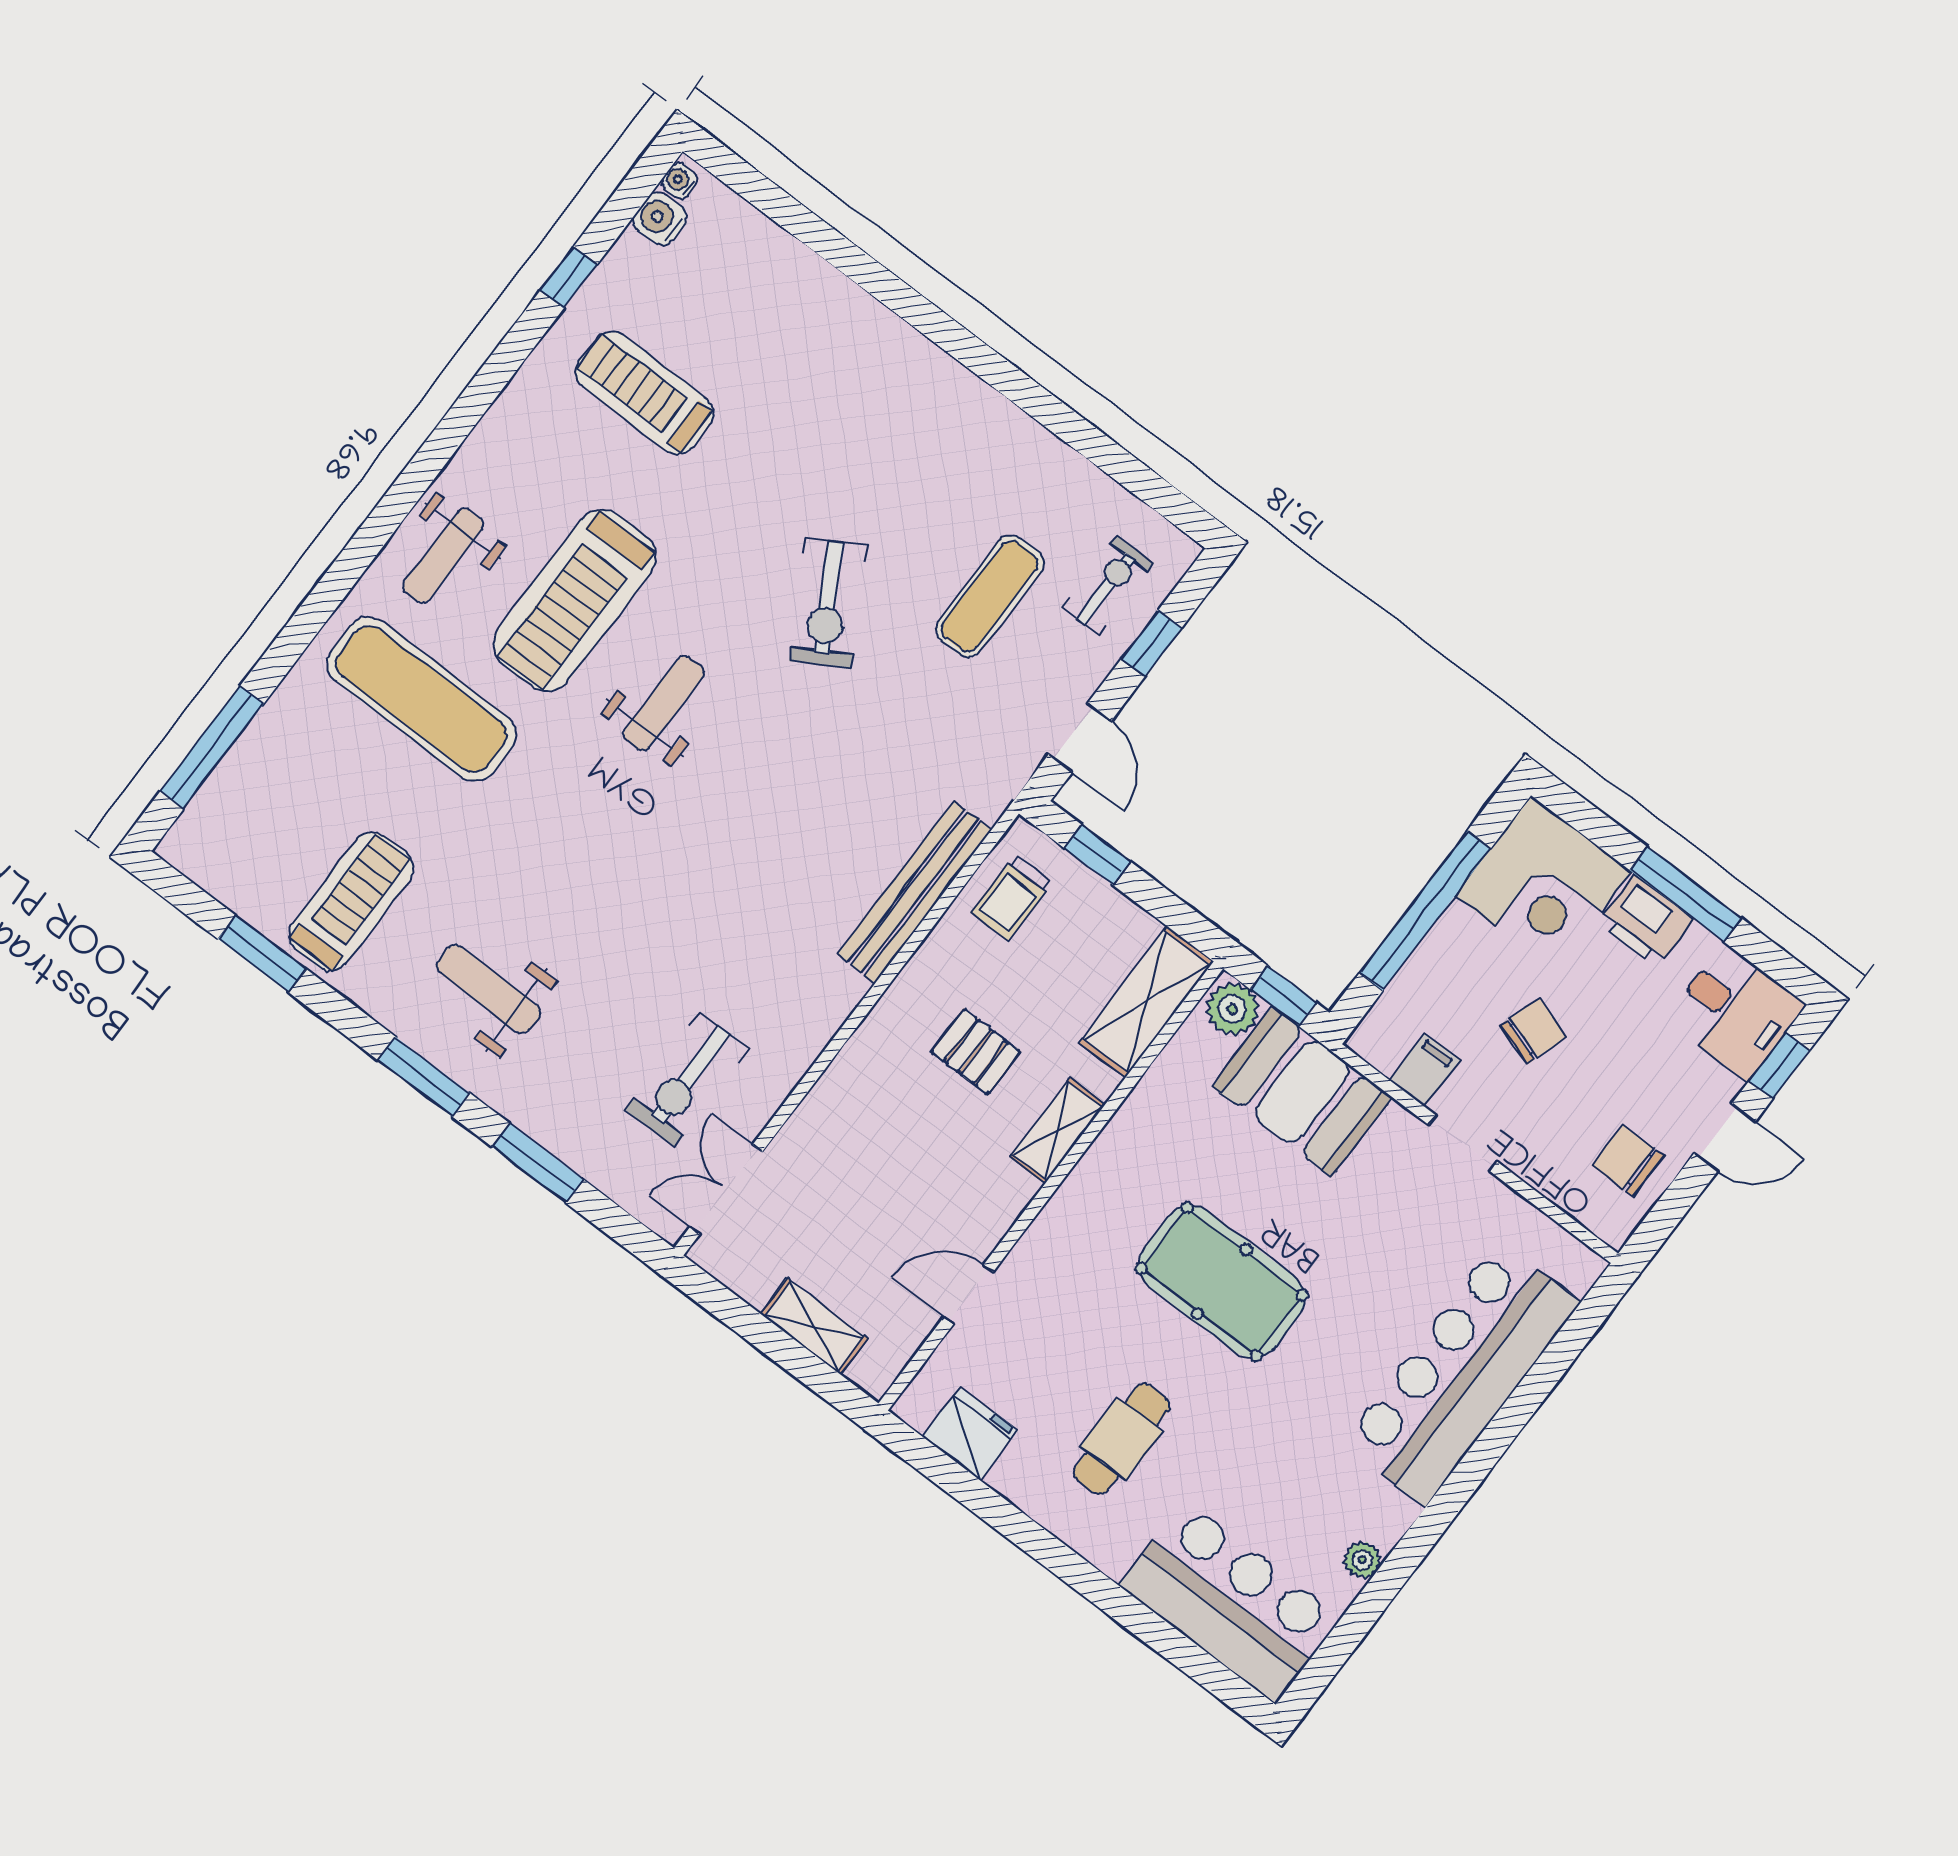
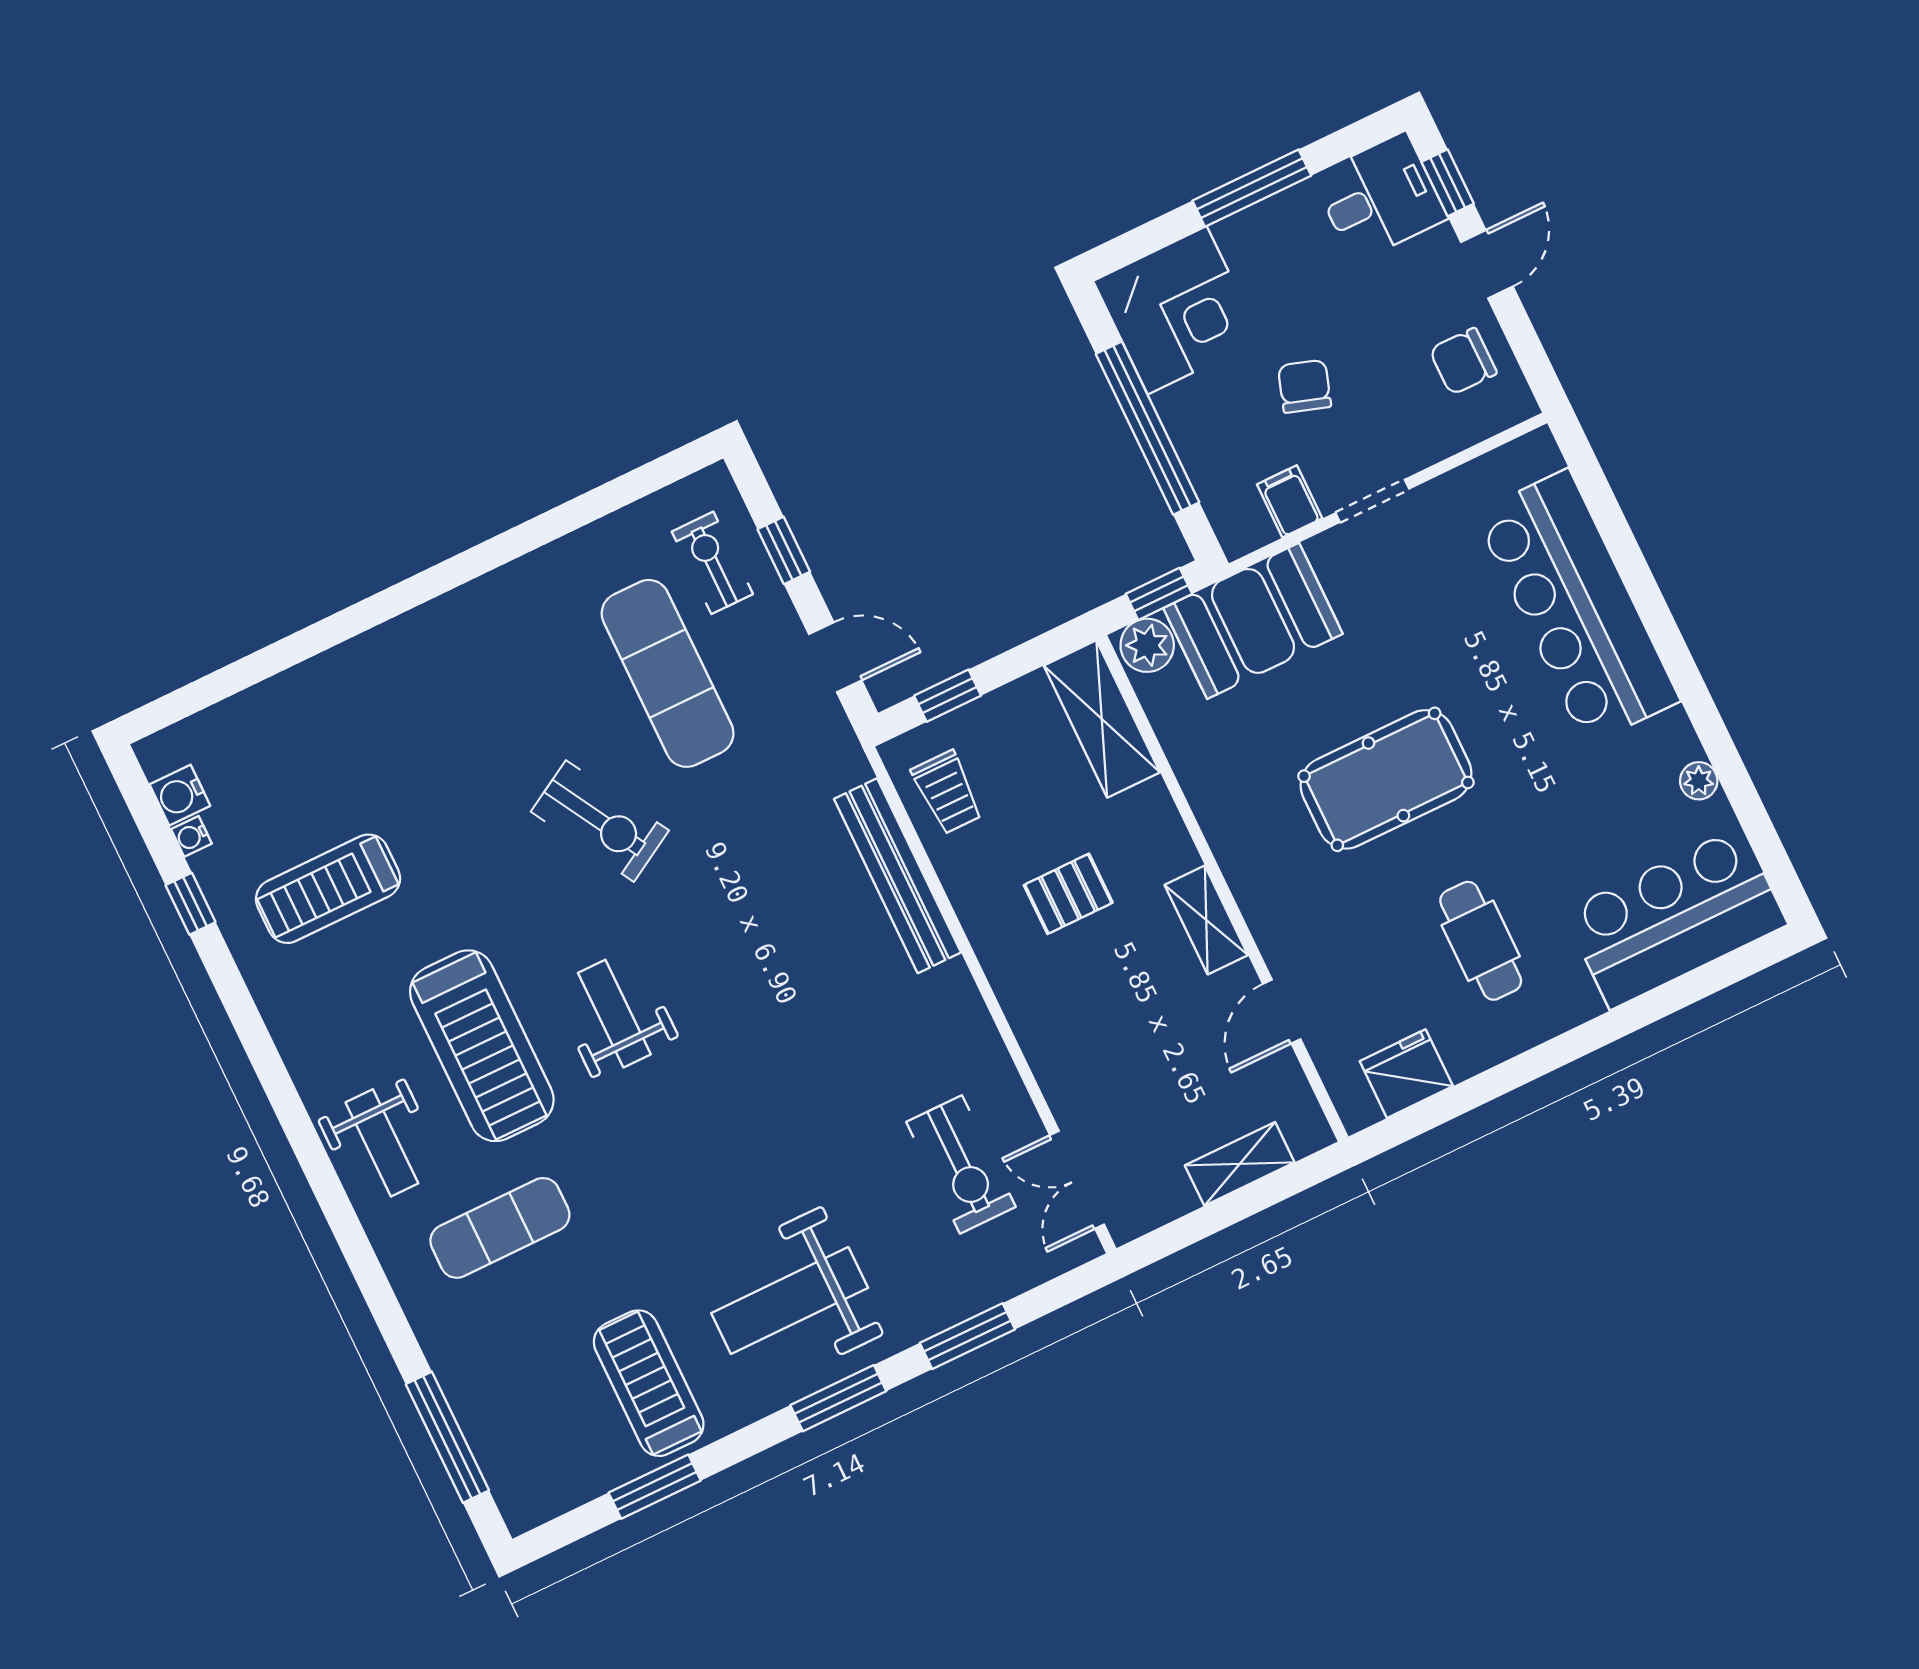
water cooler: (680, 181) -> (191, 836), moved
exercise mat: (990, 596) -> (668, 673), width x1.36, depth x1.45
exercise mat: (421, 699) -> (500, 1228), width x0.73, depth x0.69
printer: (1646, 921) -> (1258, 236), removed
weight bench: (489, 989) -> (790, 1300), width x1.36, depth x1.33
shelving: (1057, 1131) -> (1206, 920), moved

